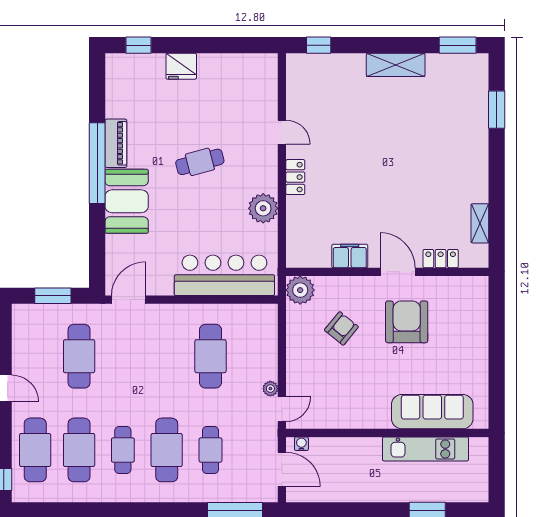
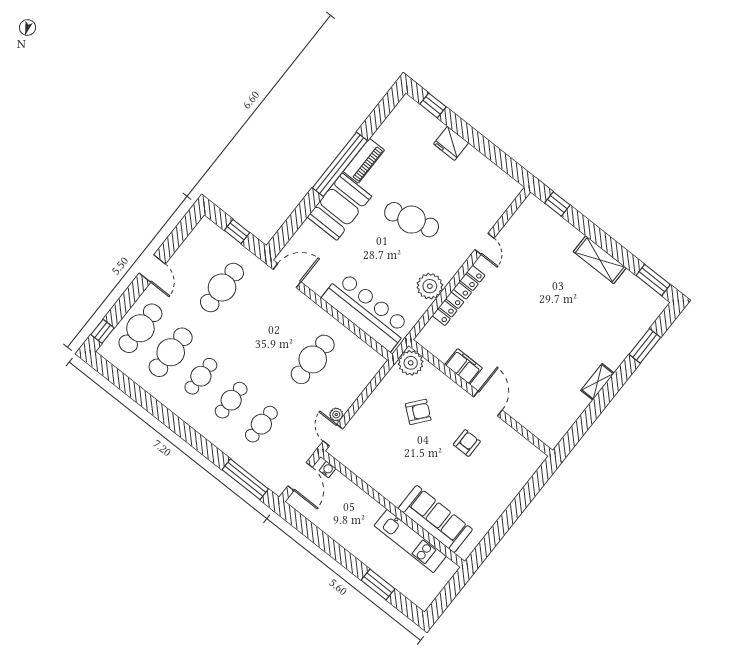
cafe table: (200, 162) -> (412, 220), width x1.37, depth x1.35
shelving: (480, 223) -> (598, 382), moved
locker: (441, 259) -> (448, 309), moved, turned 90
window: (53, 296) -> (237, 232), width x0.67
armchair: (407, 322) -> (467, 443), width x0.53, depth x0.53
door: (282, 409) -> (333, 435), swing flipped
cafe table: (167, 450) -> (231, 400), width x0.73, depth x0.74

